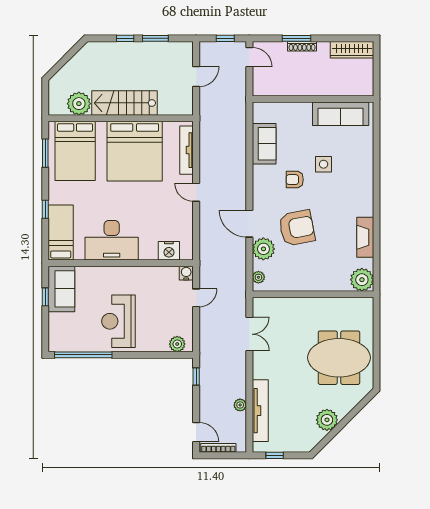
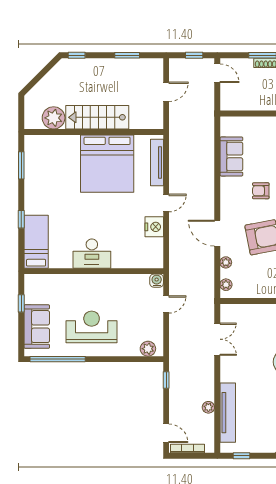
window: (125, 38) -> (77, 55), moved
bed: (75, 151) -> (50, 163), removed
door: (196, 192) -> (166, 203), swing flipped
desk: (112, 240) -> (92, 254), width x0.73, depth x0.77
plant: (263, 249) -> (226, 262), width x0.53, depth x0.53
nightstand: (169, 251) -> (154, 227), moved, turned -90
sofa: (61, 289) -> (37, 327), moved
reception desk: (118, 321) -> (92, 327), turned 90

